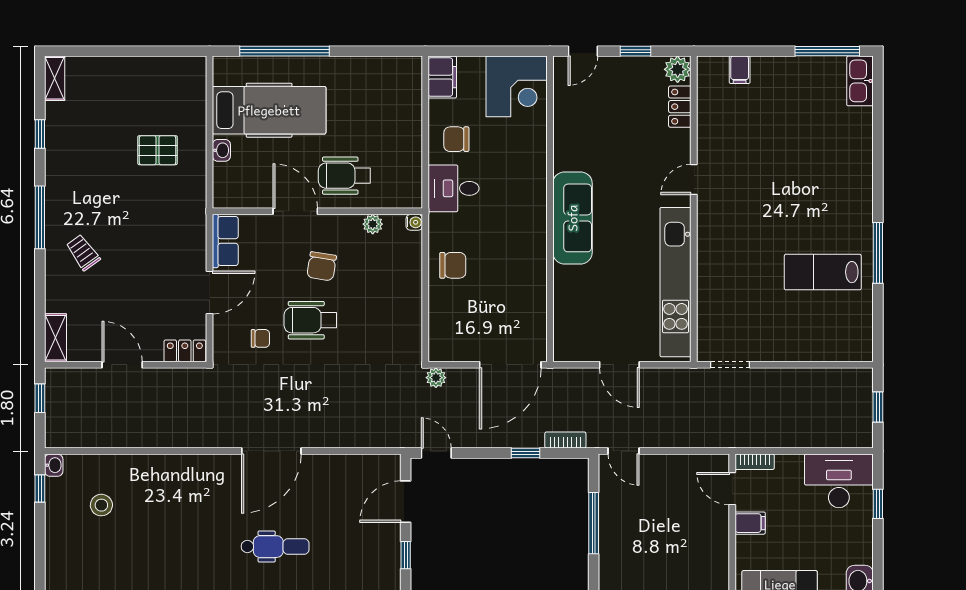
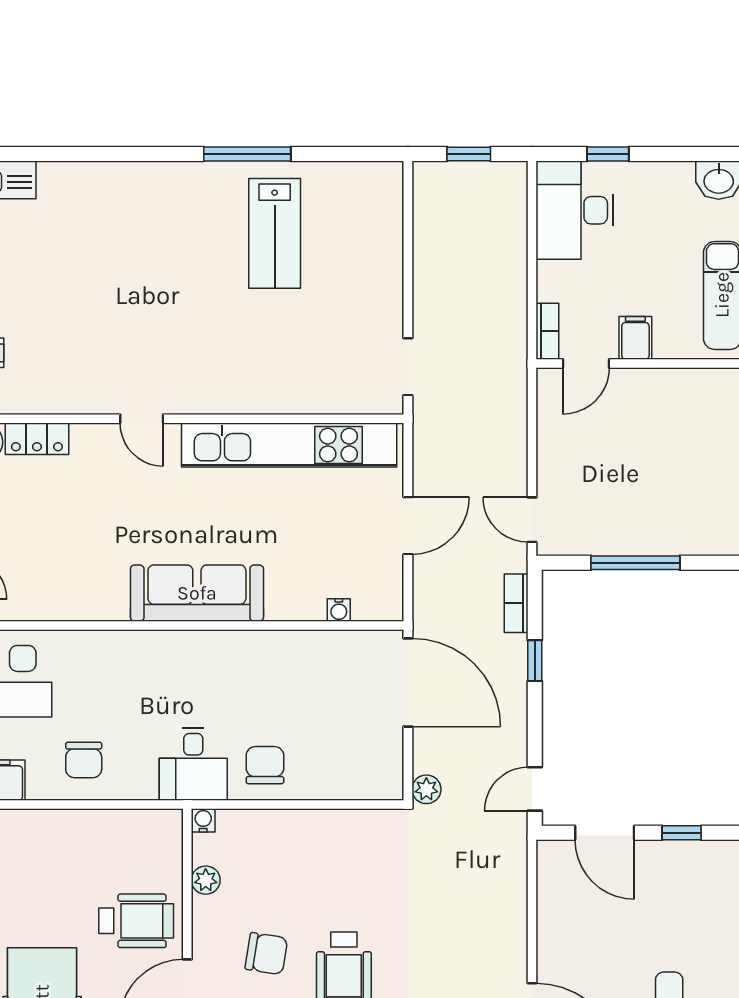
wheelchair: (344, 176) -> (136, 921), turned -90
desk: (454, 188) -> (193, 764), moved
water cooler: (561, 317) -> (339, 610), added
door: (624, 451) -> (532, 520), swing flipped

